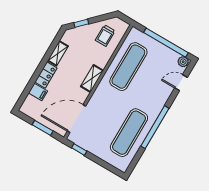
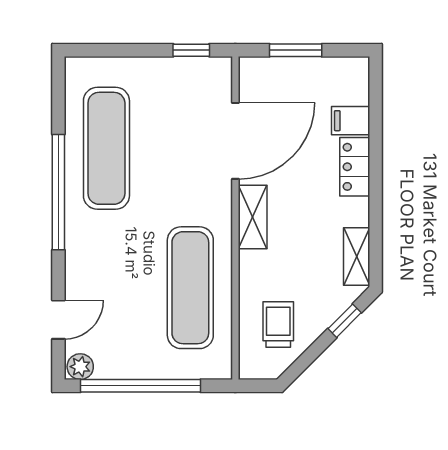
shelving: (58, 53) -> (357, 256), moved
door: (77, 119) -> (235, 141), moved

